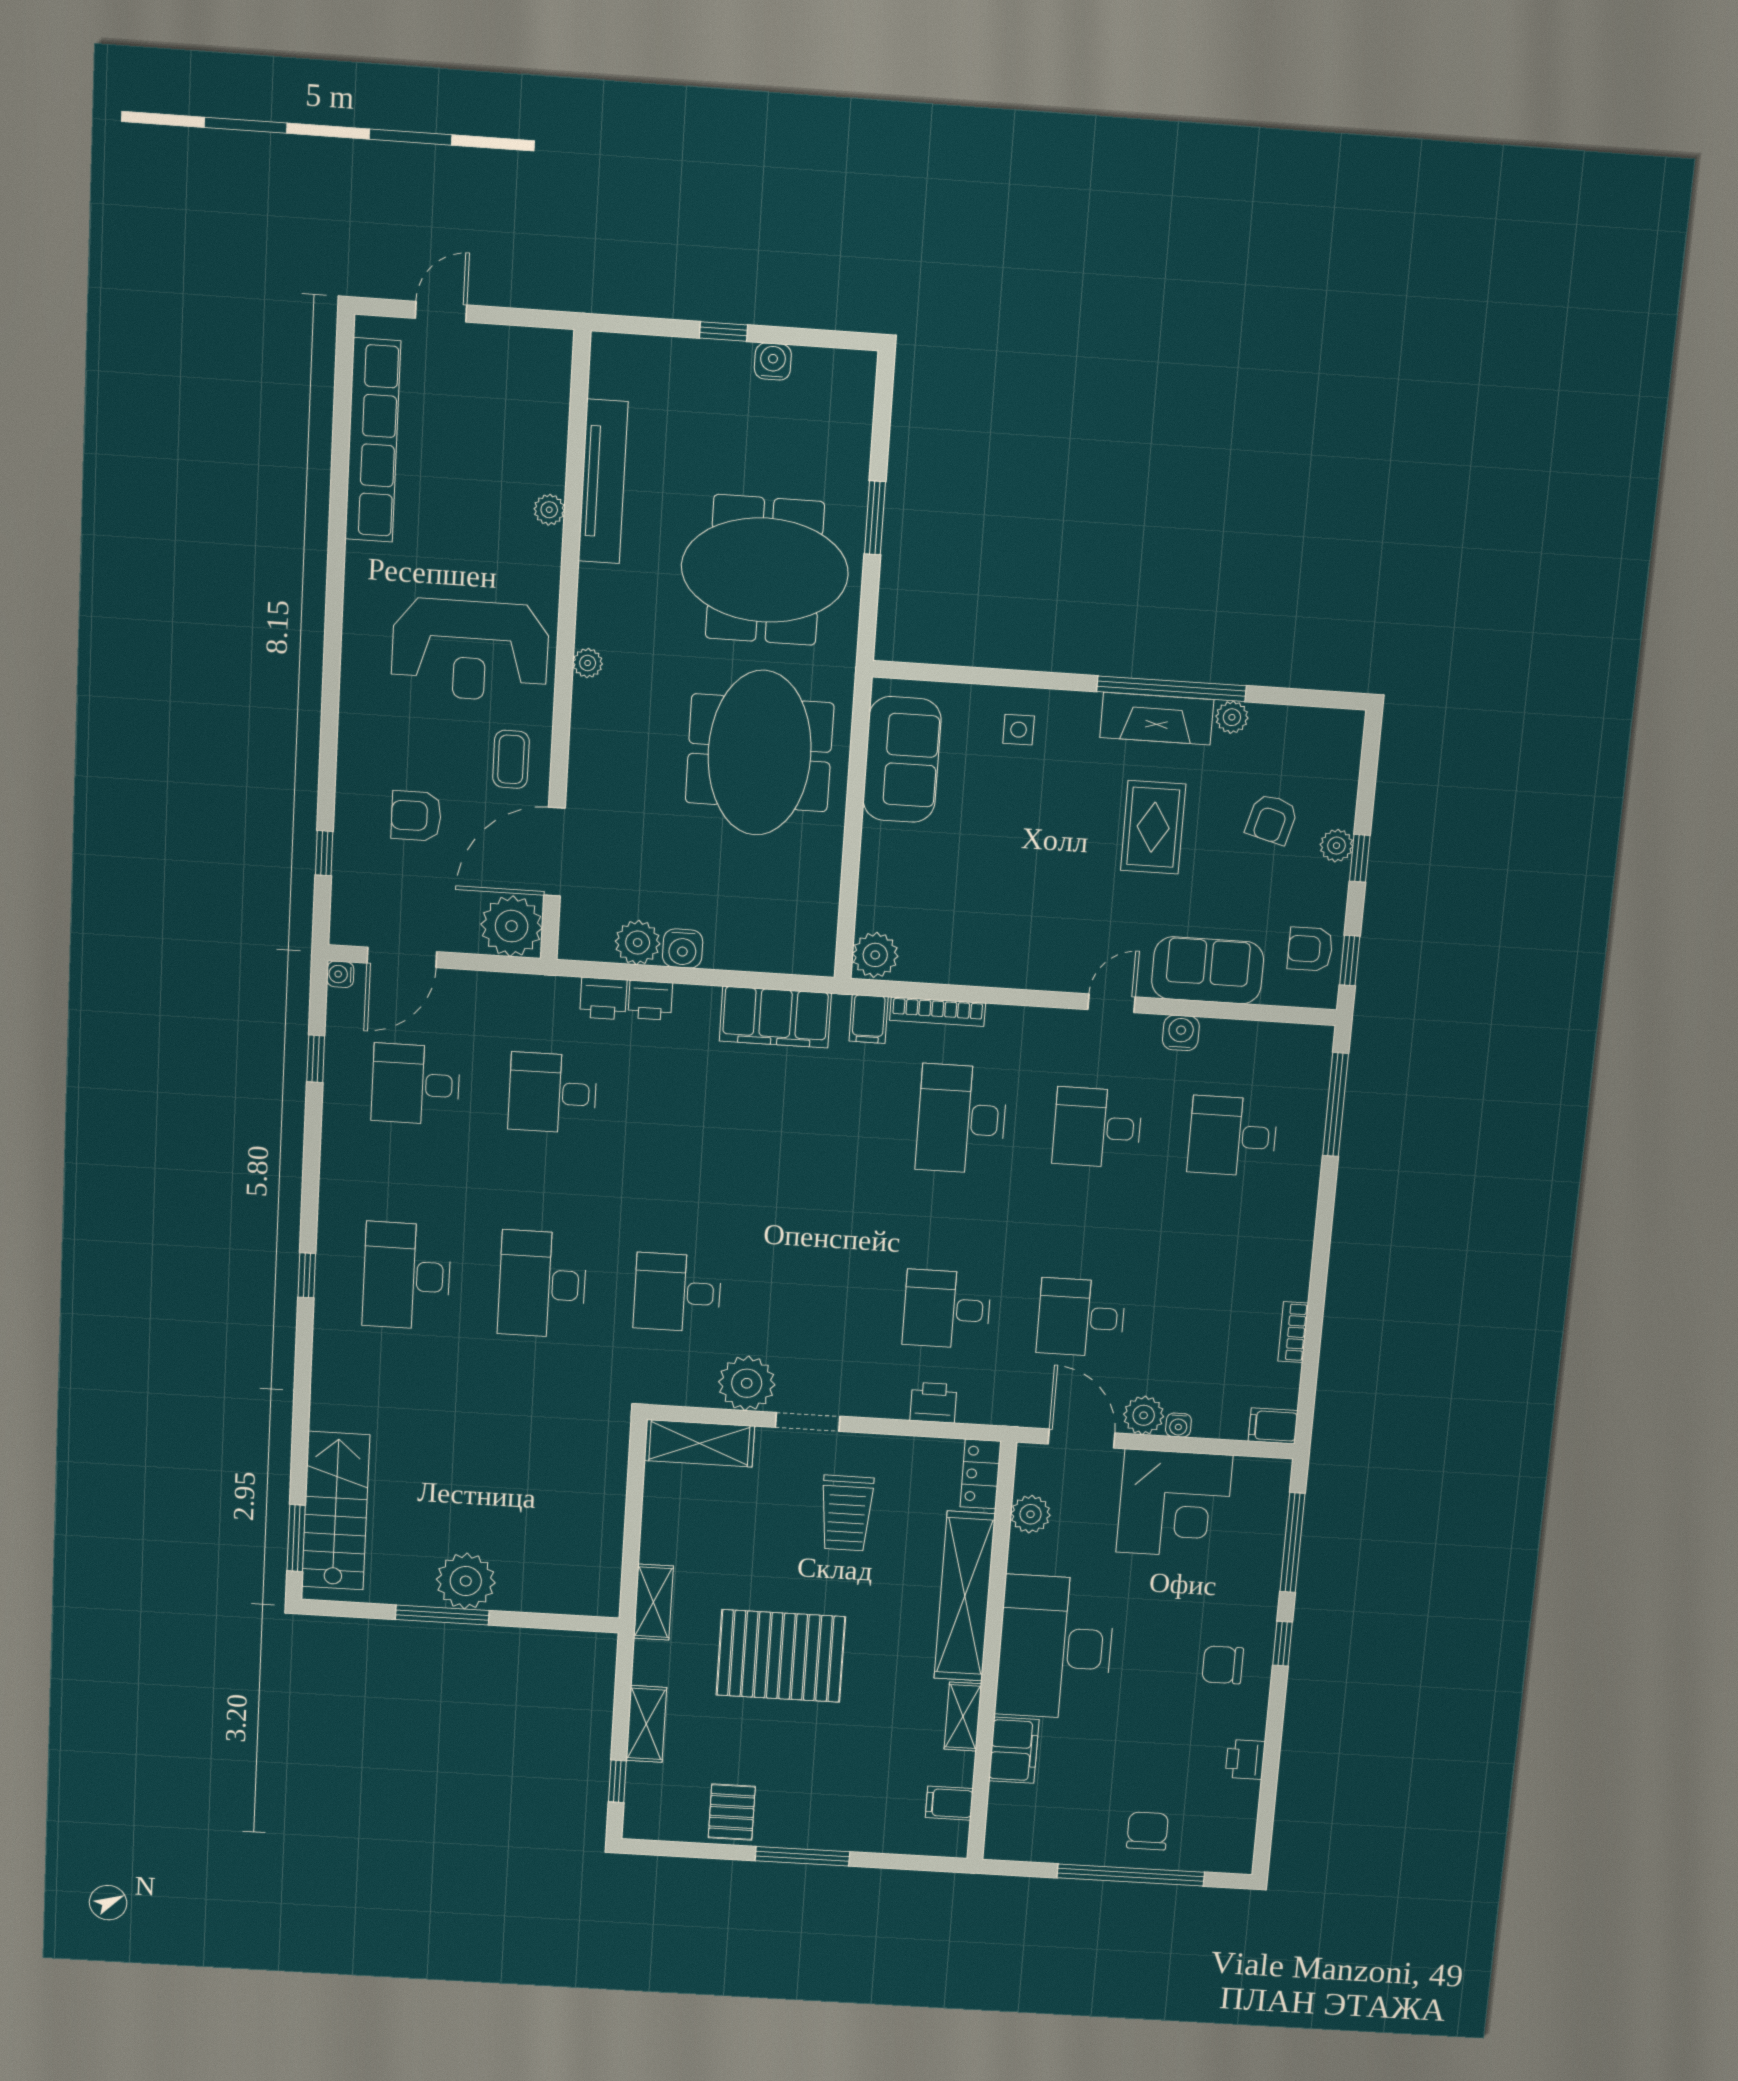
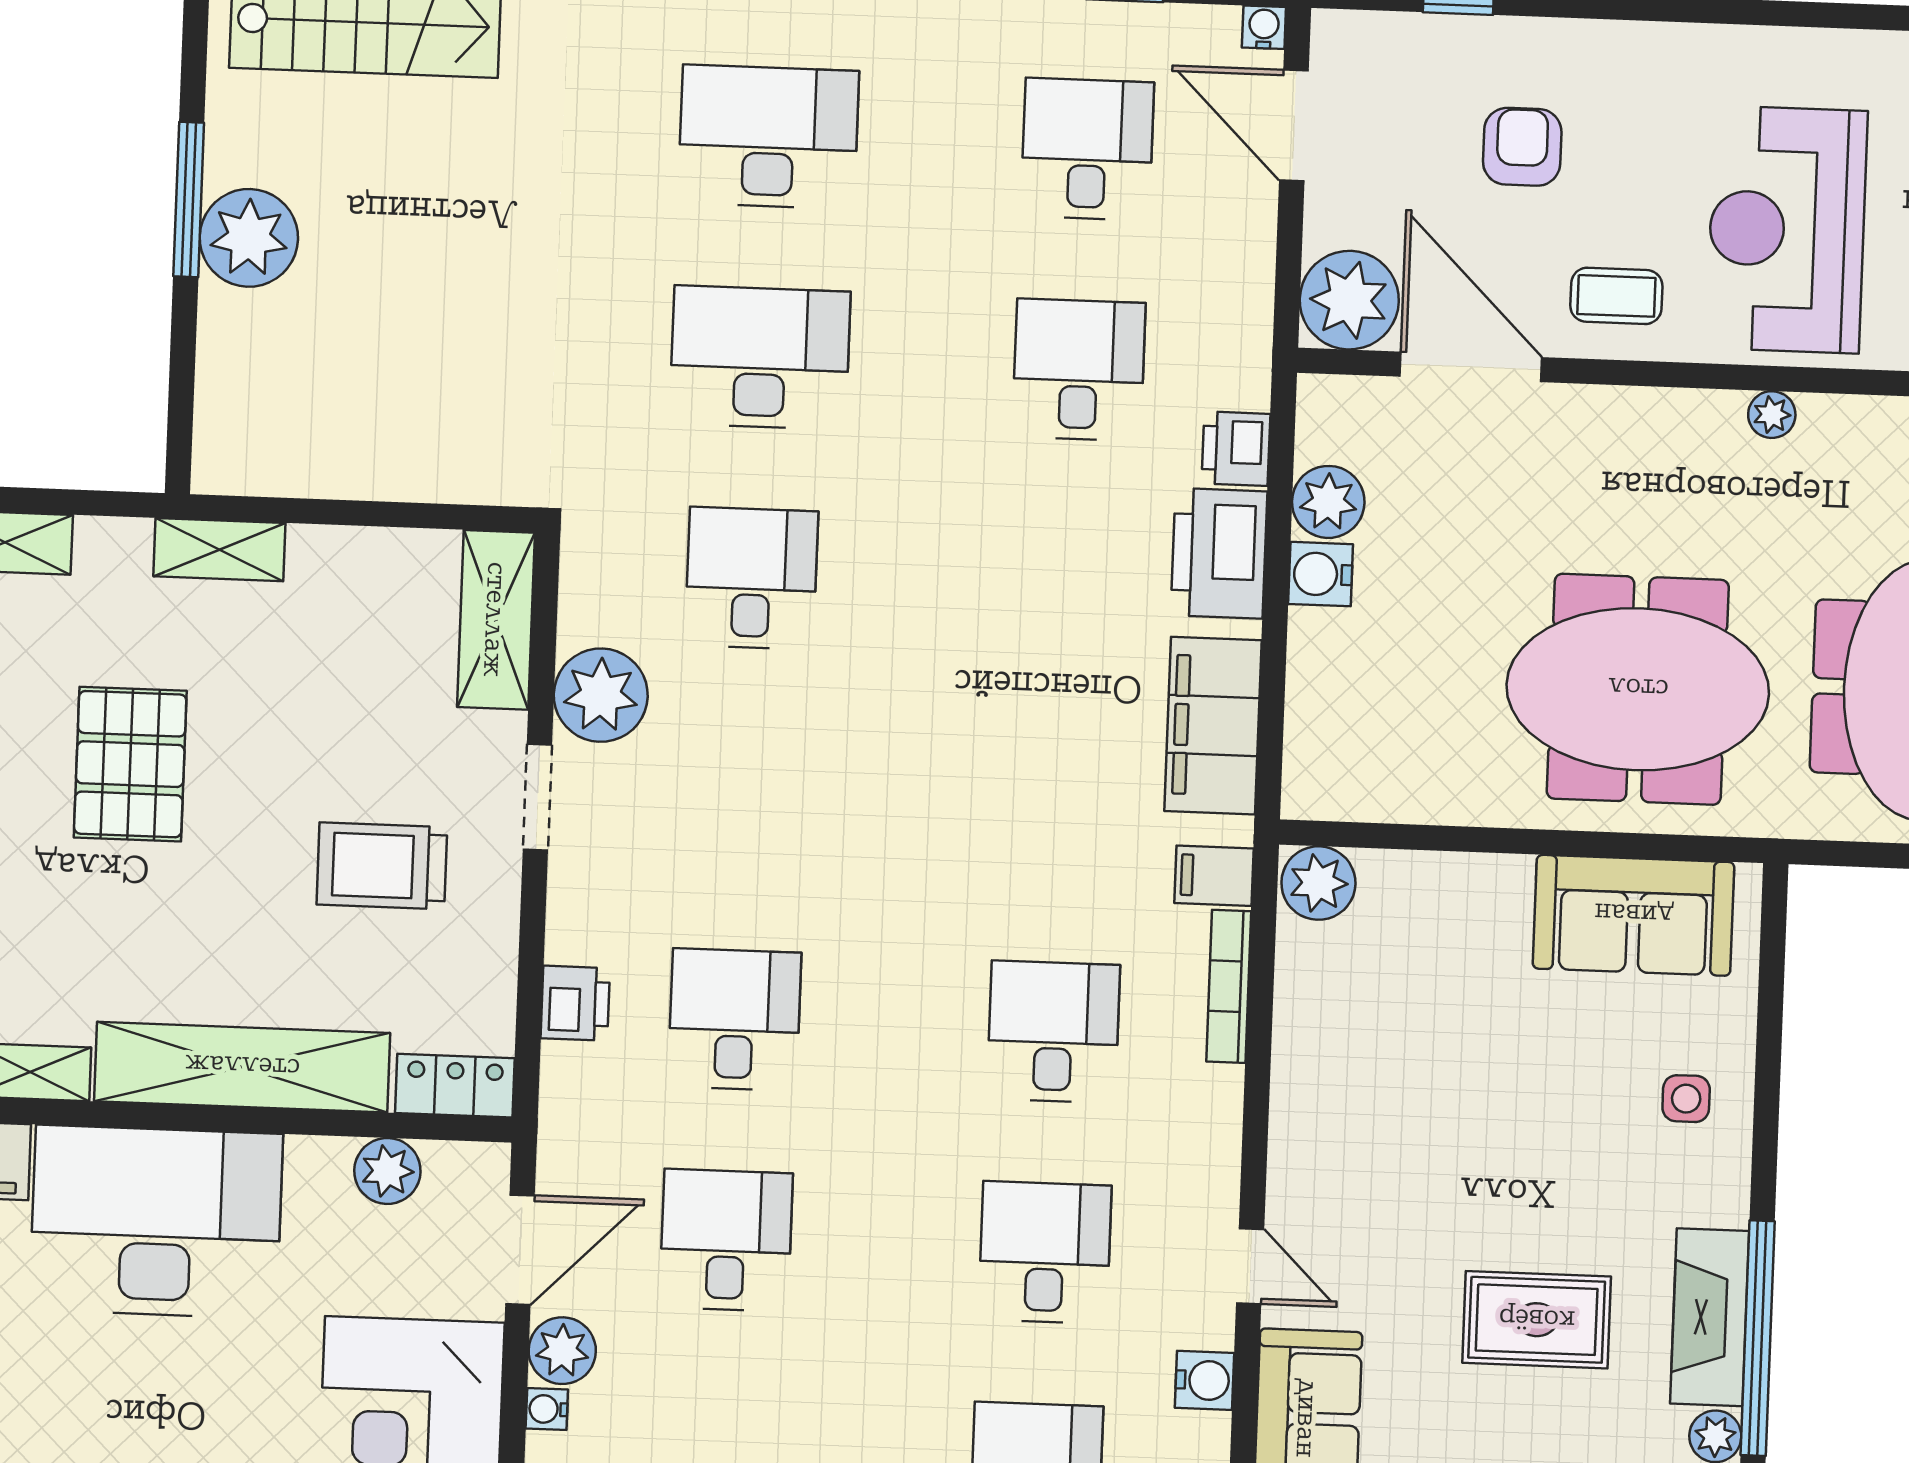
printer: (650, 1000) -> (1219, 553), width x1.87, depth x1.48
desk: (962, 1119) -> (1053, 1032), width x0.73
pallet: (781, 1656) -> (130, 764), width x0.73, depth x0.71

